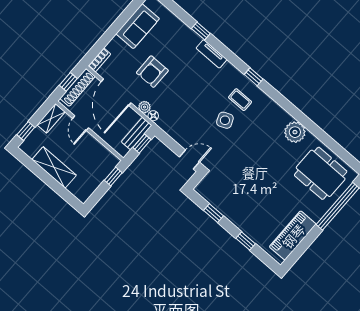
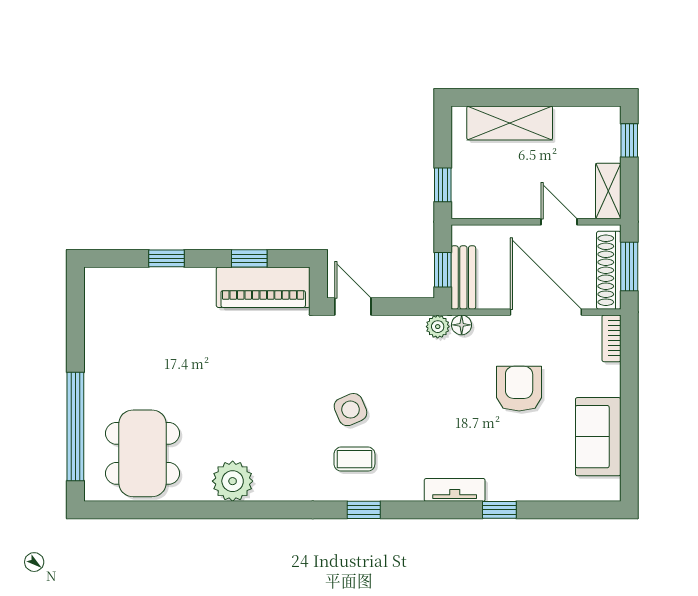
window: (68, 82) -> (629, 266), width x1.50
plant: (145, 107) -> (438, 327), moved
door: (189, 160) -> (353, 307), swing flipped
shelving: (54, 167) -> (510, 123), moved
dining table: (321, 173) -> (142, 453), turned 90
piano: (293, 236) -> (263, 287), moved, turned 90

